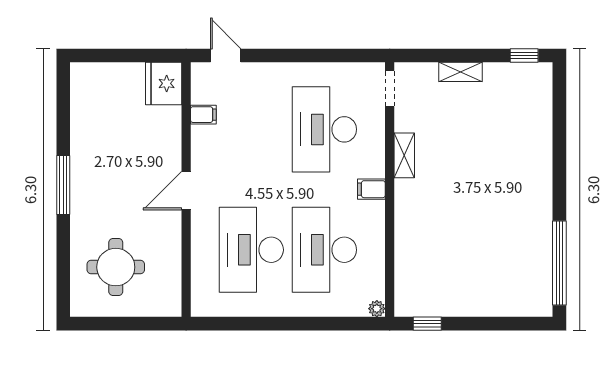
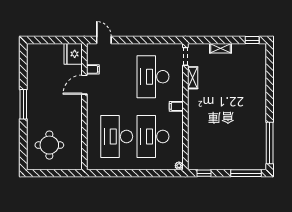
shelving: (404, 155) -> (193, 78), moved
door: (186, 191) -> (84, 85), moved
window: (512, 324) -> (246, 173), added

